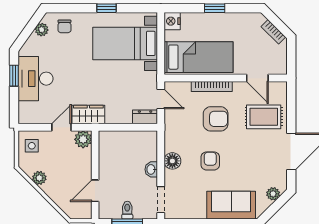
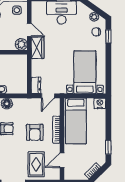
window: (106, 8) -> (108, 36), moved
window: (215, 8) -> (108, 147), moved

